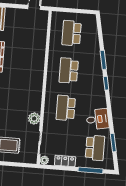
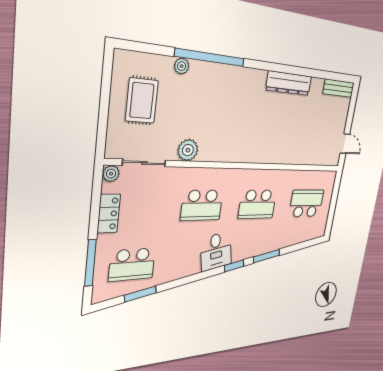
school desk: (69, 71) -> (257, 204), turned 180
school desk: (66, 108) -> (202, 205), turned 180
desk: (98, 119) -> (216, 251), moved

